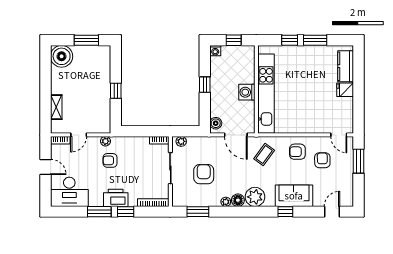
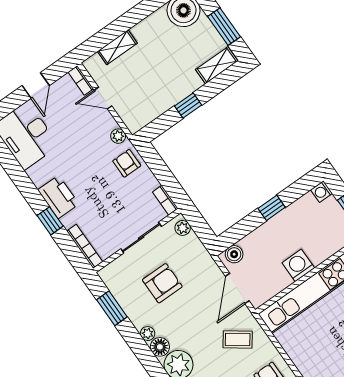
shelving: (105, 59) -> (217, 65), added
armchair: (110, 160) -> (127, 163), moved
window: (99, 212) -> (28, 189), removed

